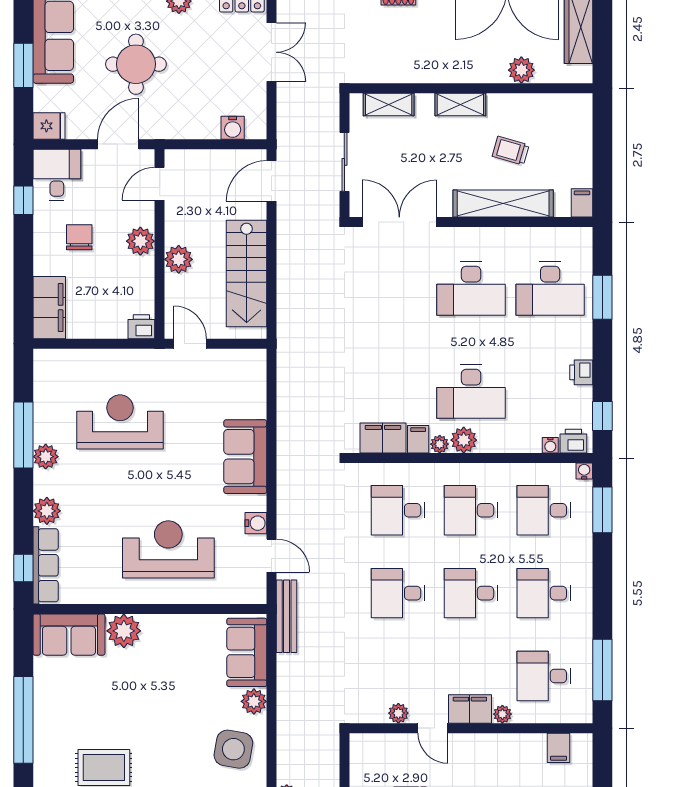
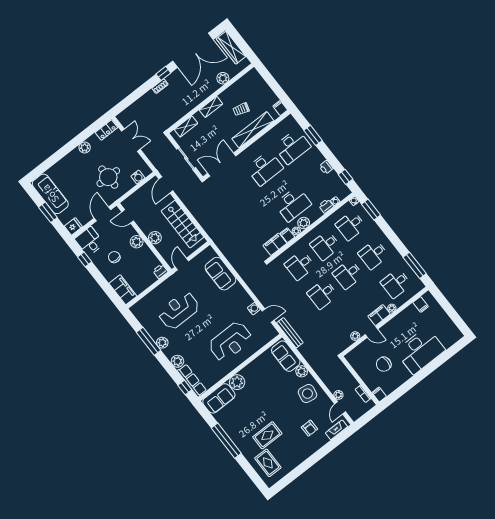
round table: (136, 64) -> (108, 177), moved
door: (160, 184) -> (128, 216), hinge flipped
door: (190, 344) -> (182, 264), hinge flipped
printer: (573, 441) -> (326, 206), moved
sofa: (245, 457) -> (220, 274), moved
reception desk: (168, 549) -> (230, 342), turned 180

